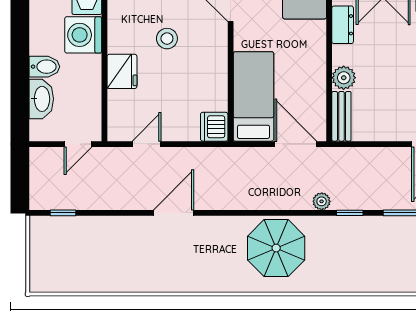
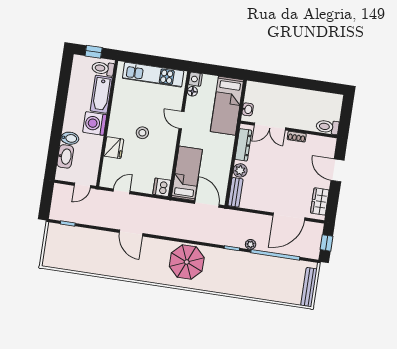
dresser: (343, 25) -> (243, 145), width x1.44
plant: (322, 201) -> (251, 244), moved
door: (173, 213) -> (131, 233), swing flipped

